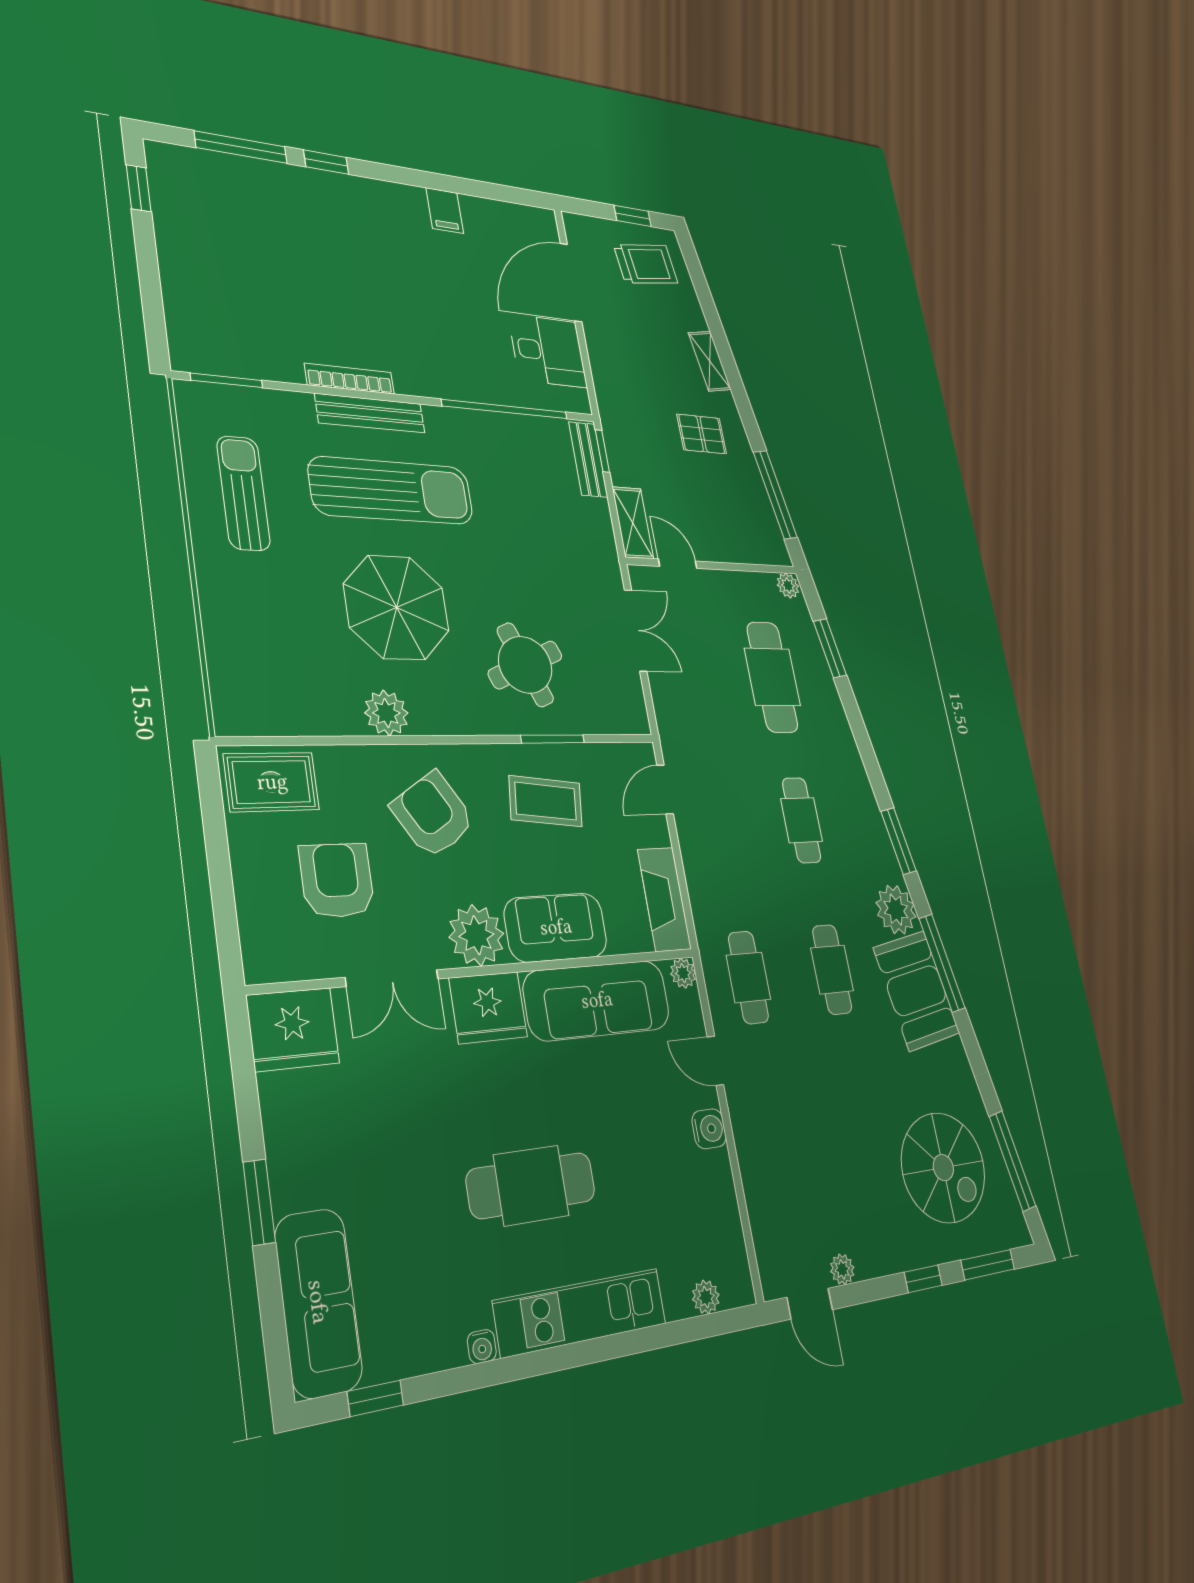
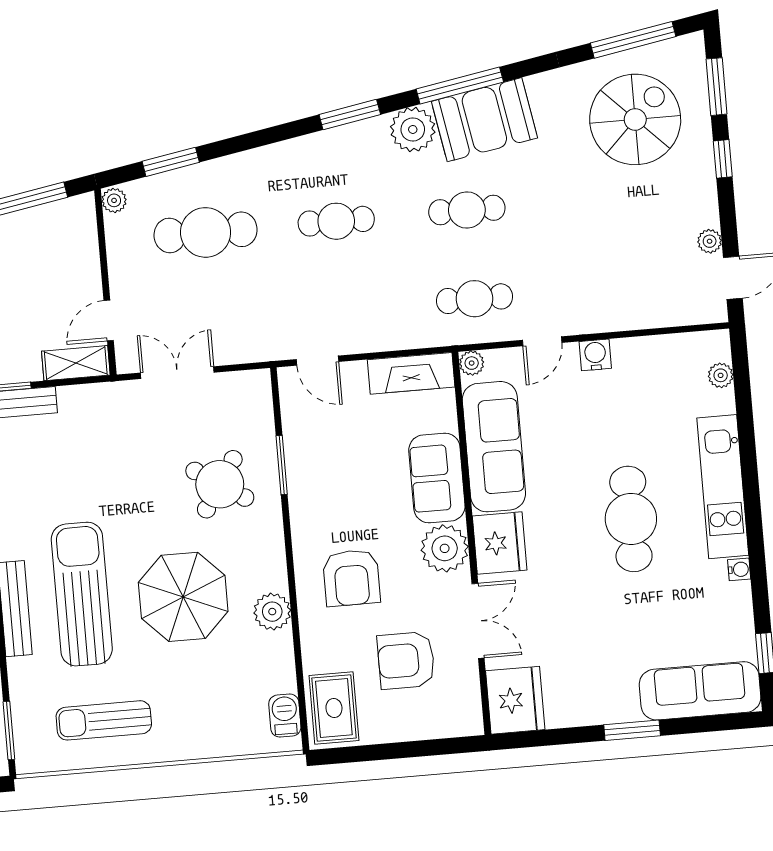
round table: (525, 665) -> (220, 484), turned -34
barbecue: (259, 717) -> (285, 716), added
coffee table: (546, 801) -> (335, 477), removed
armchair: (433, 815) -> (351, 578), turned -58

